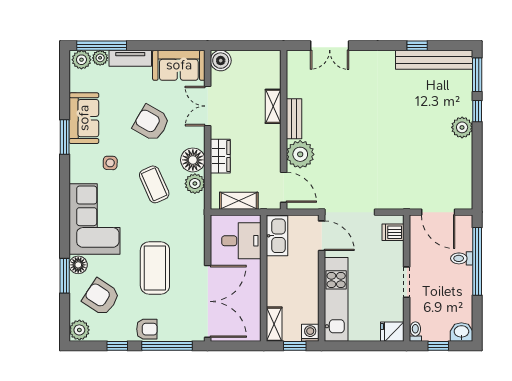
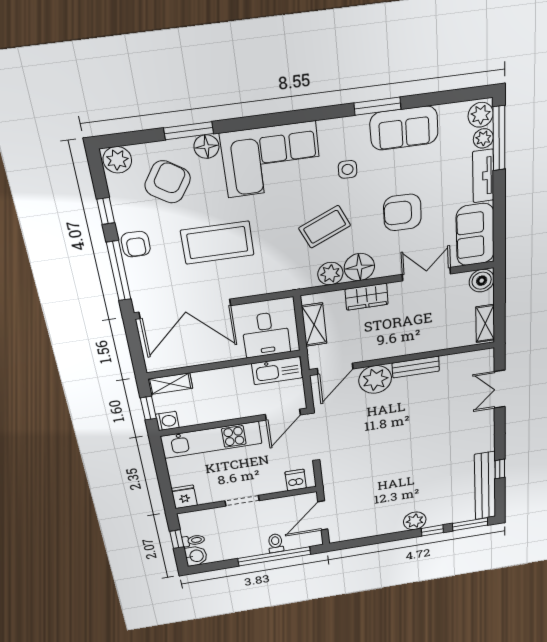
shelving: (273, 106) -> (485, 323), moved, turned 90
armchair: (151, 123) -> (402, 212), turned -119
toilet: (415, 332) -> (193, 540), moved

